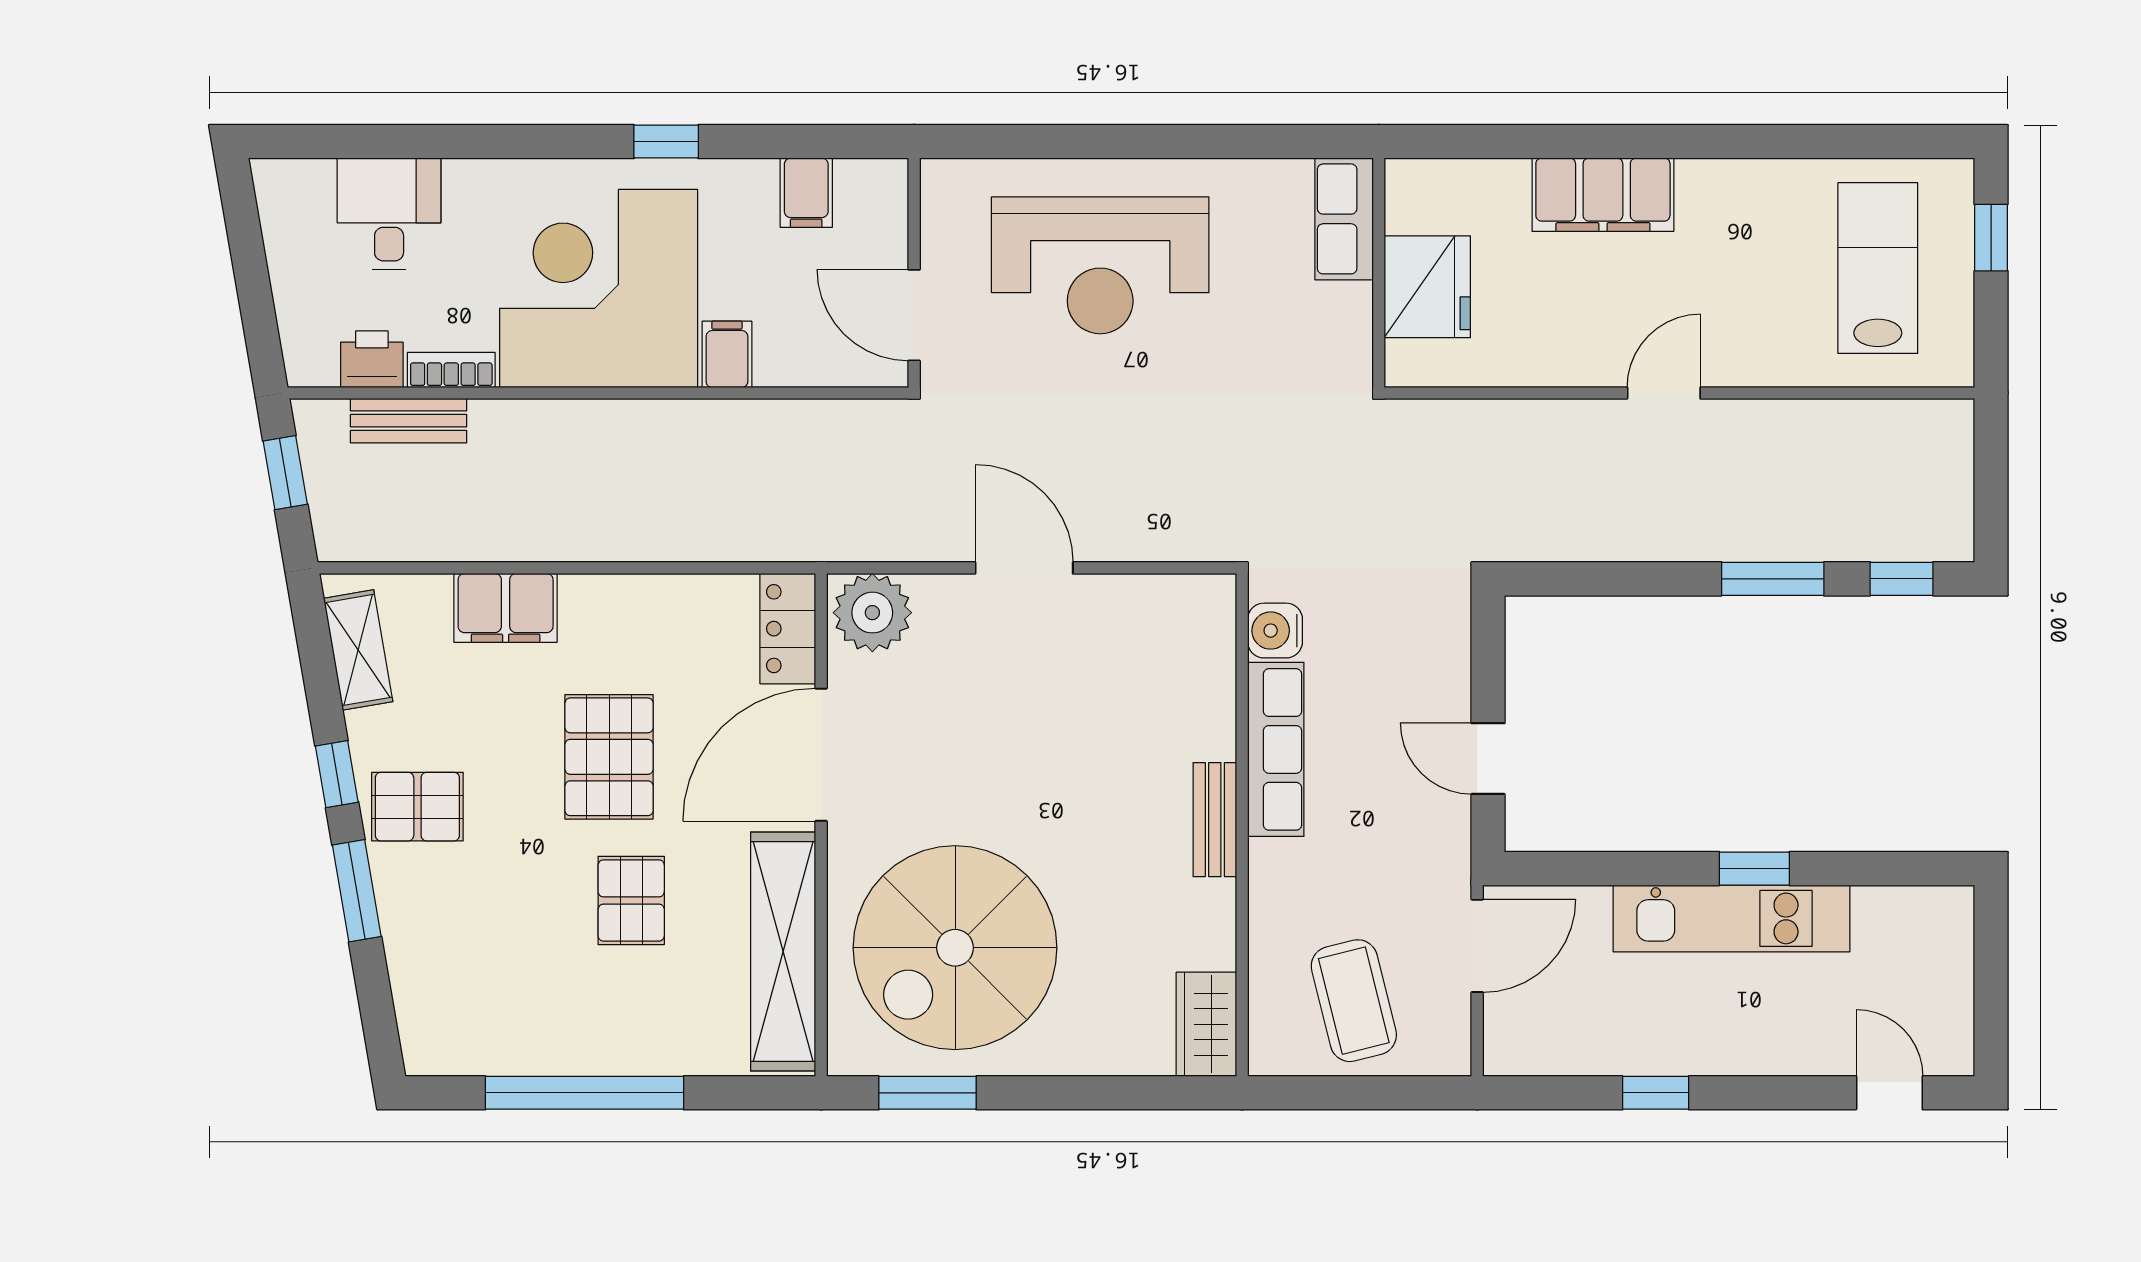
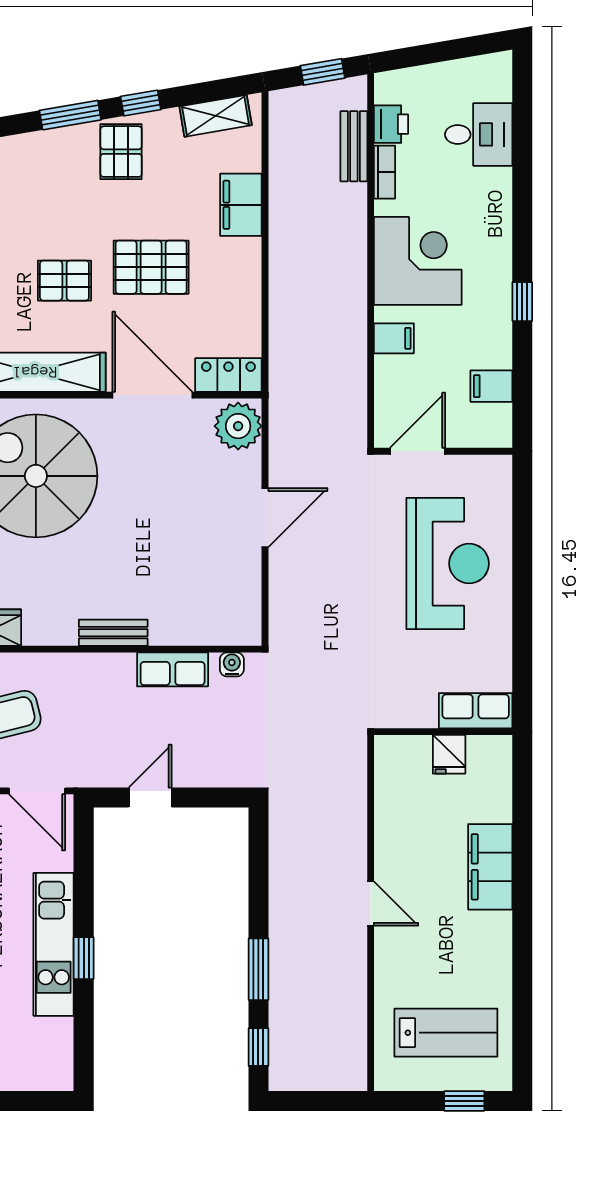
reception desk: (1100, 265) -> (448, 564), turned 180
fridge: (1427, 287) -> (449, 754), width x0.53, depth x0.75
corner desk: (599, 288) -> (418, 261), width x0.74, depth x0.74
water cooler: (1275, 631) -> (232, 664), width x0.72, depth x0.72
row of seats: (1276, 749) -> (173, 669), width x0.68

